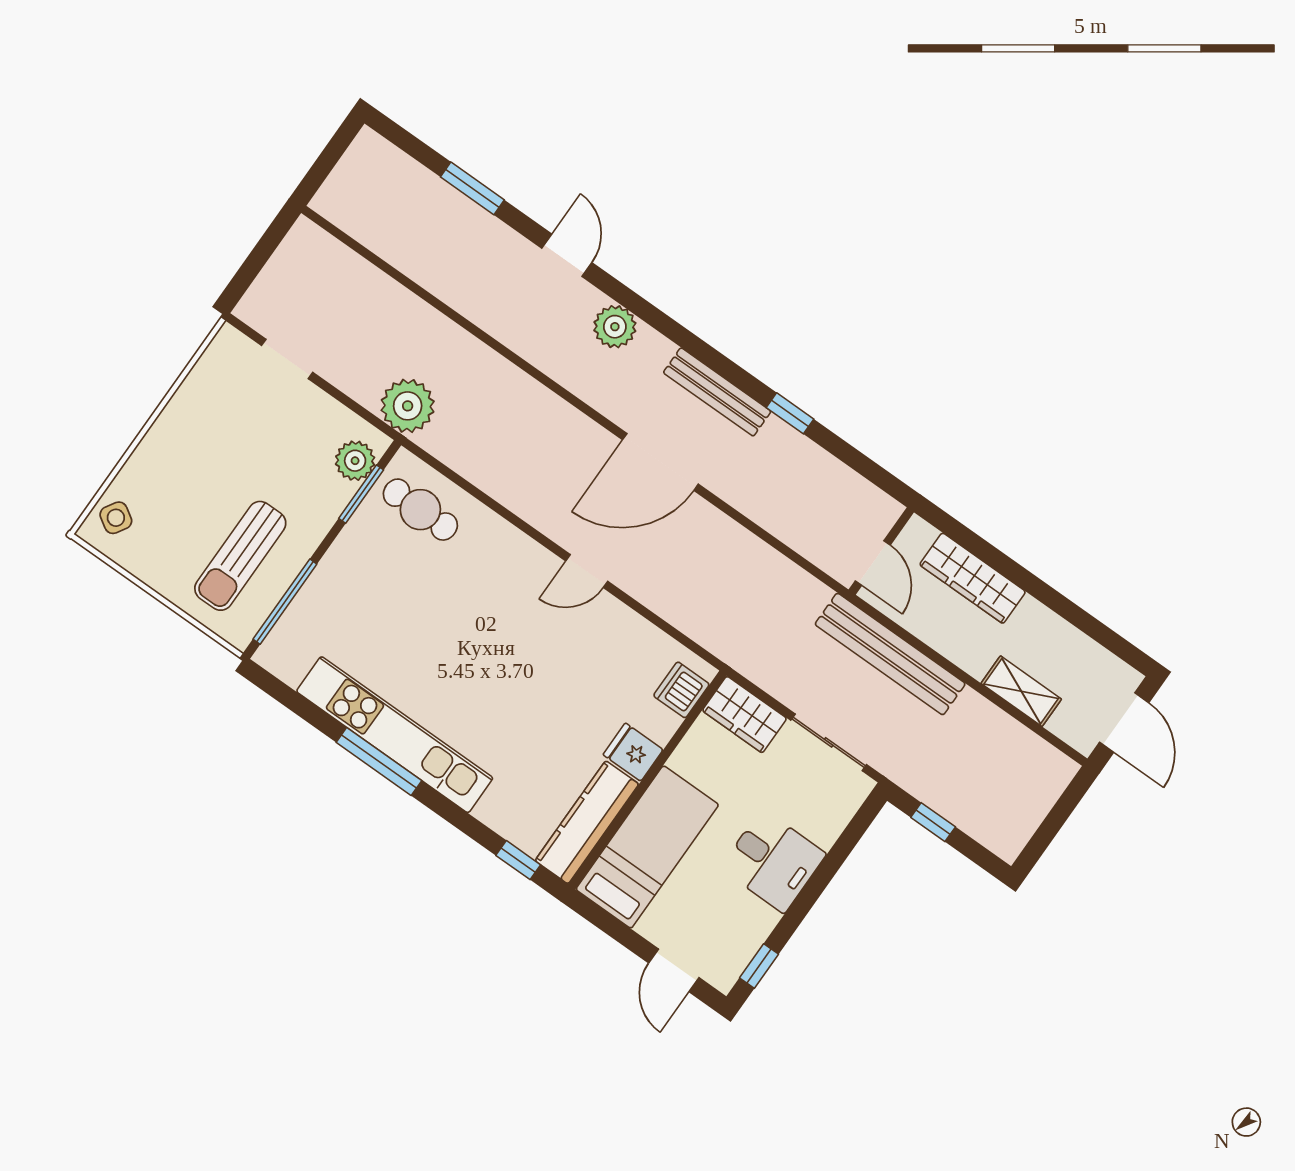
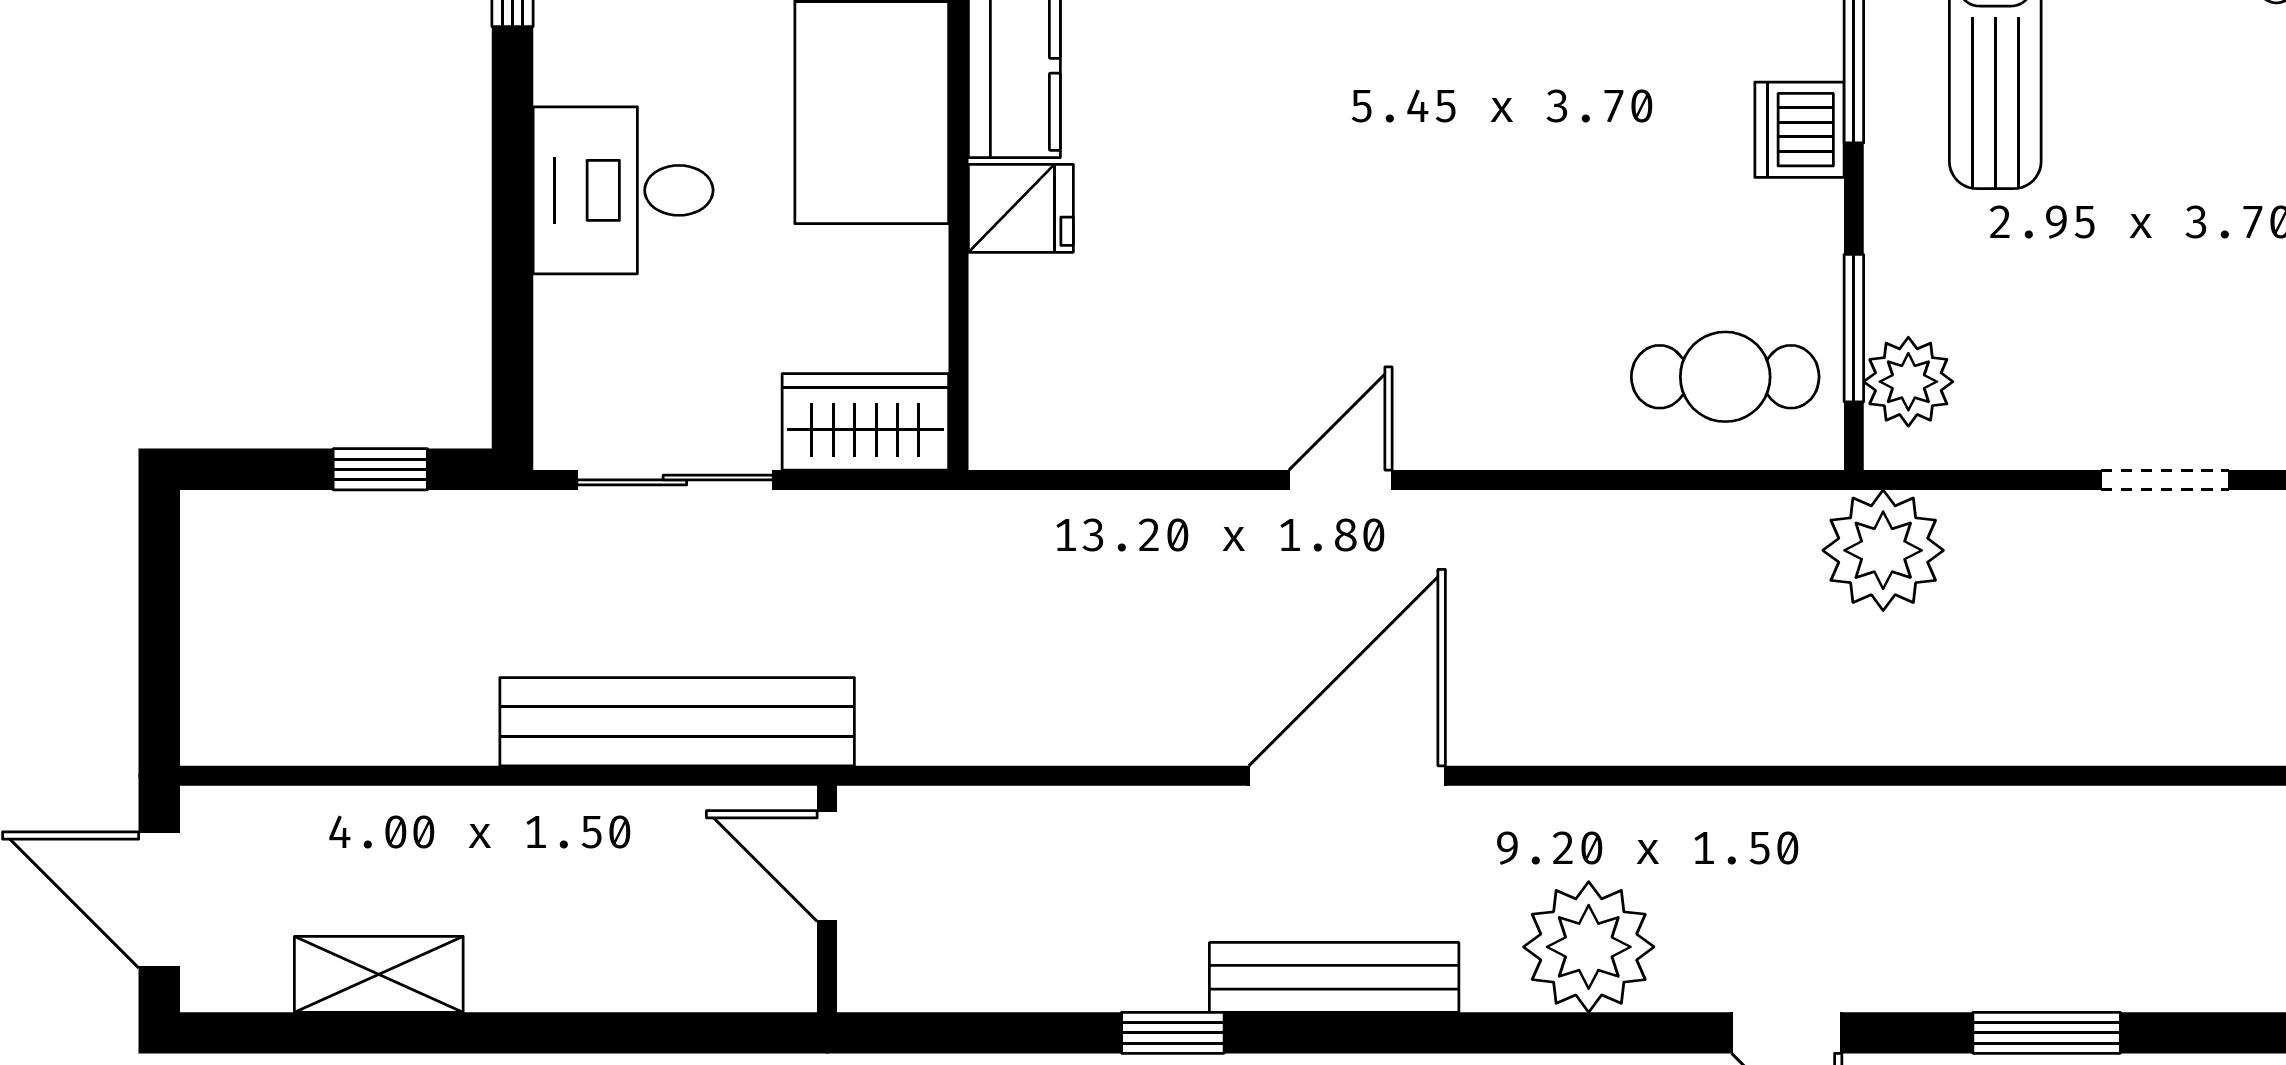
plant: (615, 327) -> (1589, 947), width x1.36, depth x1.36
wardrobe: (973, 578) -> (624, 968), removed
dishwasher: (681, 690) -> (1799, 130), moved, turned 180
shelving: (1021, 691) -> (379, 974), moved

